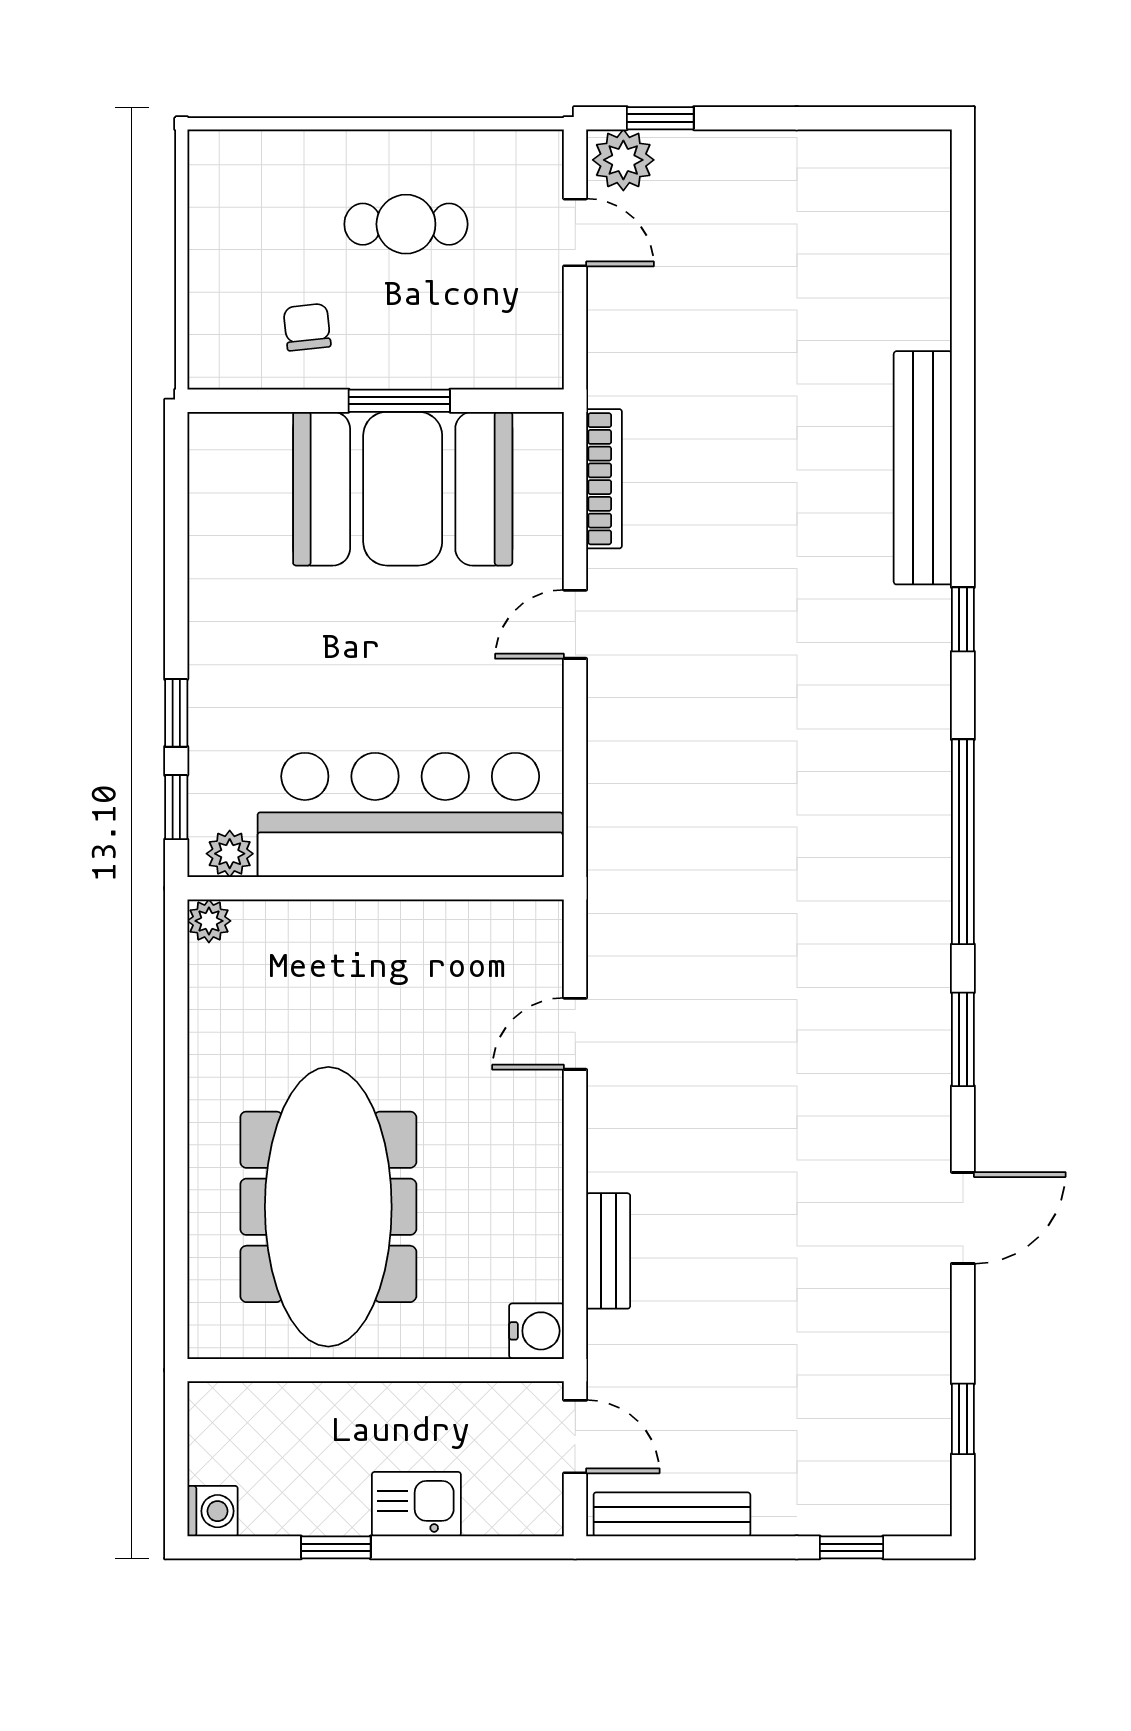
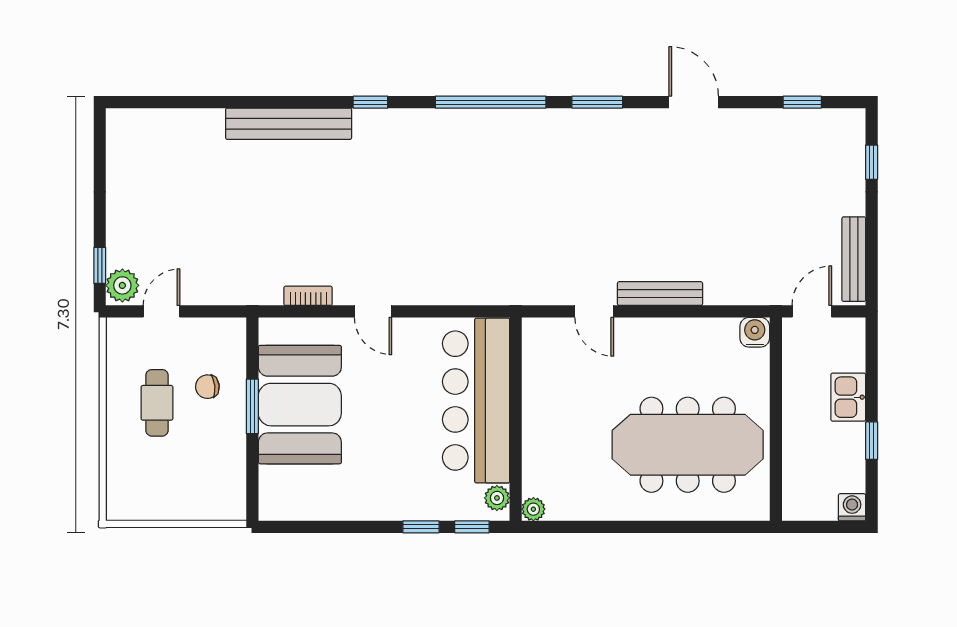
chair: (307, 327) -> (207, 387), moved
bookcase: (604, 479) -> (308, 296), width x0.64
bench: (608, 1251) -> (660, 294), moved, width x1.36

